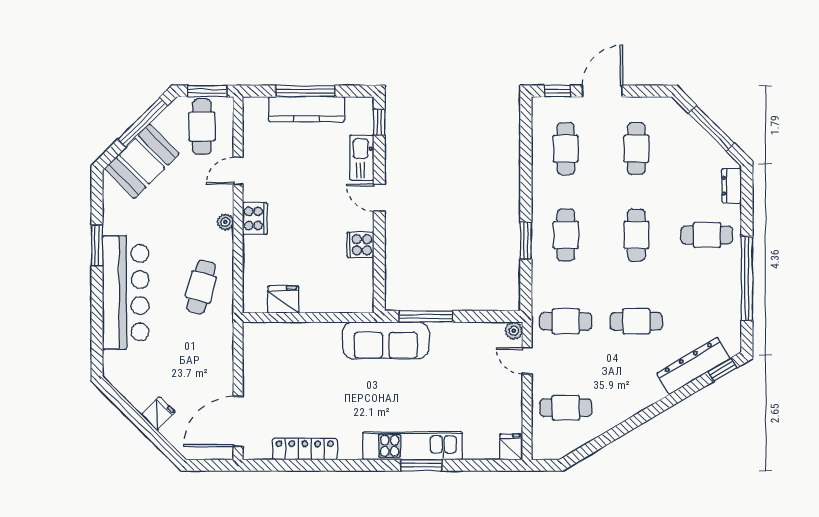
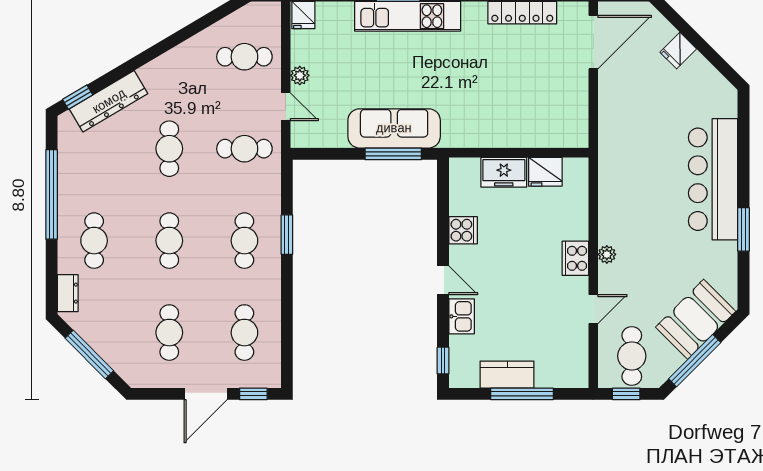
window: (207, 91) -> (626, 394), width x0.67
kitchen counter: (306, 109) -> (507, 375), width x0.67
kitchen sink: (362, 158) -> (462, 316), width x0.73
cafe table: (707, 235) -> (94, 241), turned 90
cafe table: (201, 287) -> (633, 185), removed
freezer: (322, 299) -> (504, 172), added
cafe table: (636, 321) -> (169, 149), turned 90
plant: (514, 331) -> (300, 75), moved
sofa: (386, 340) -> (394, 128), moved

